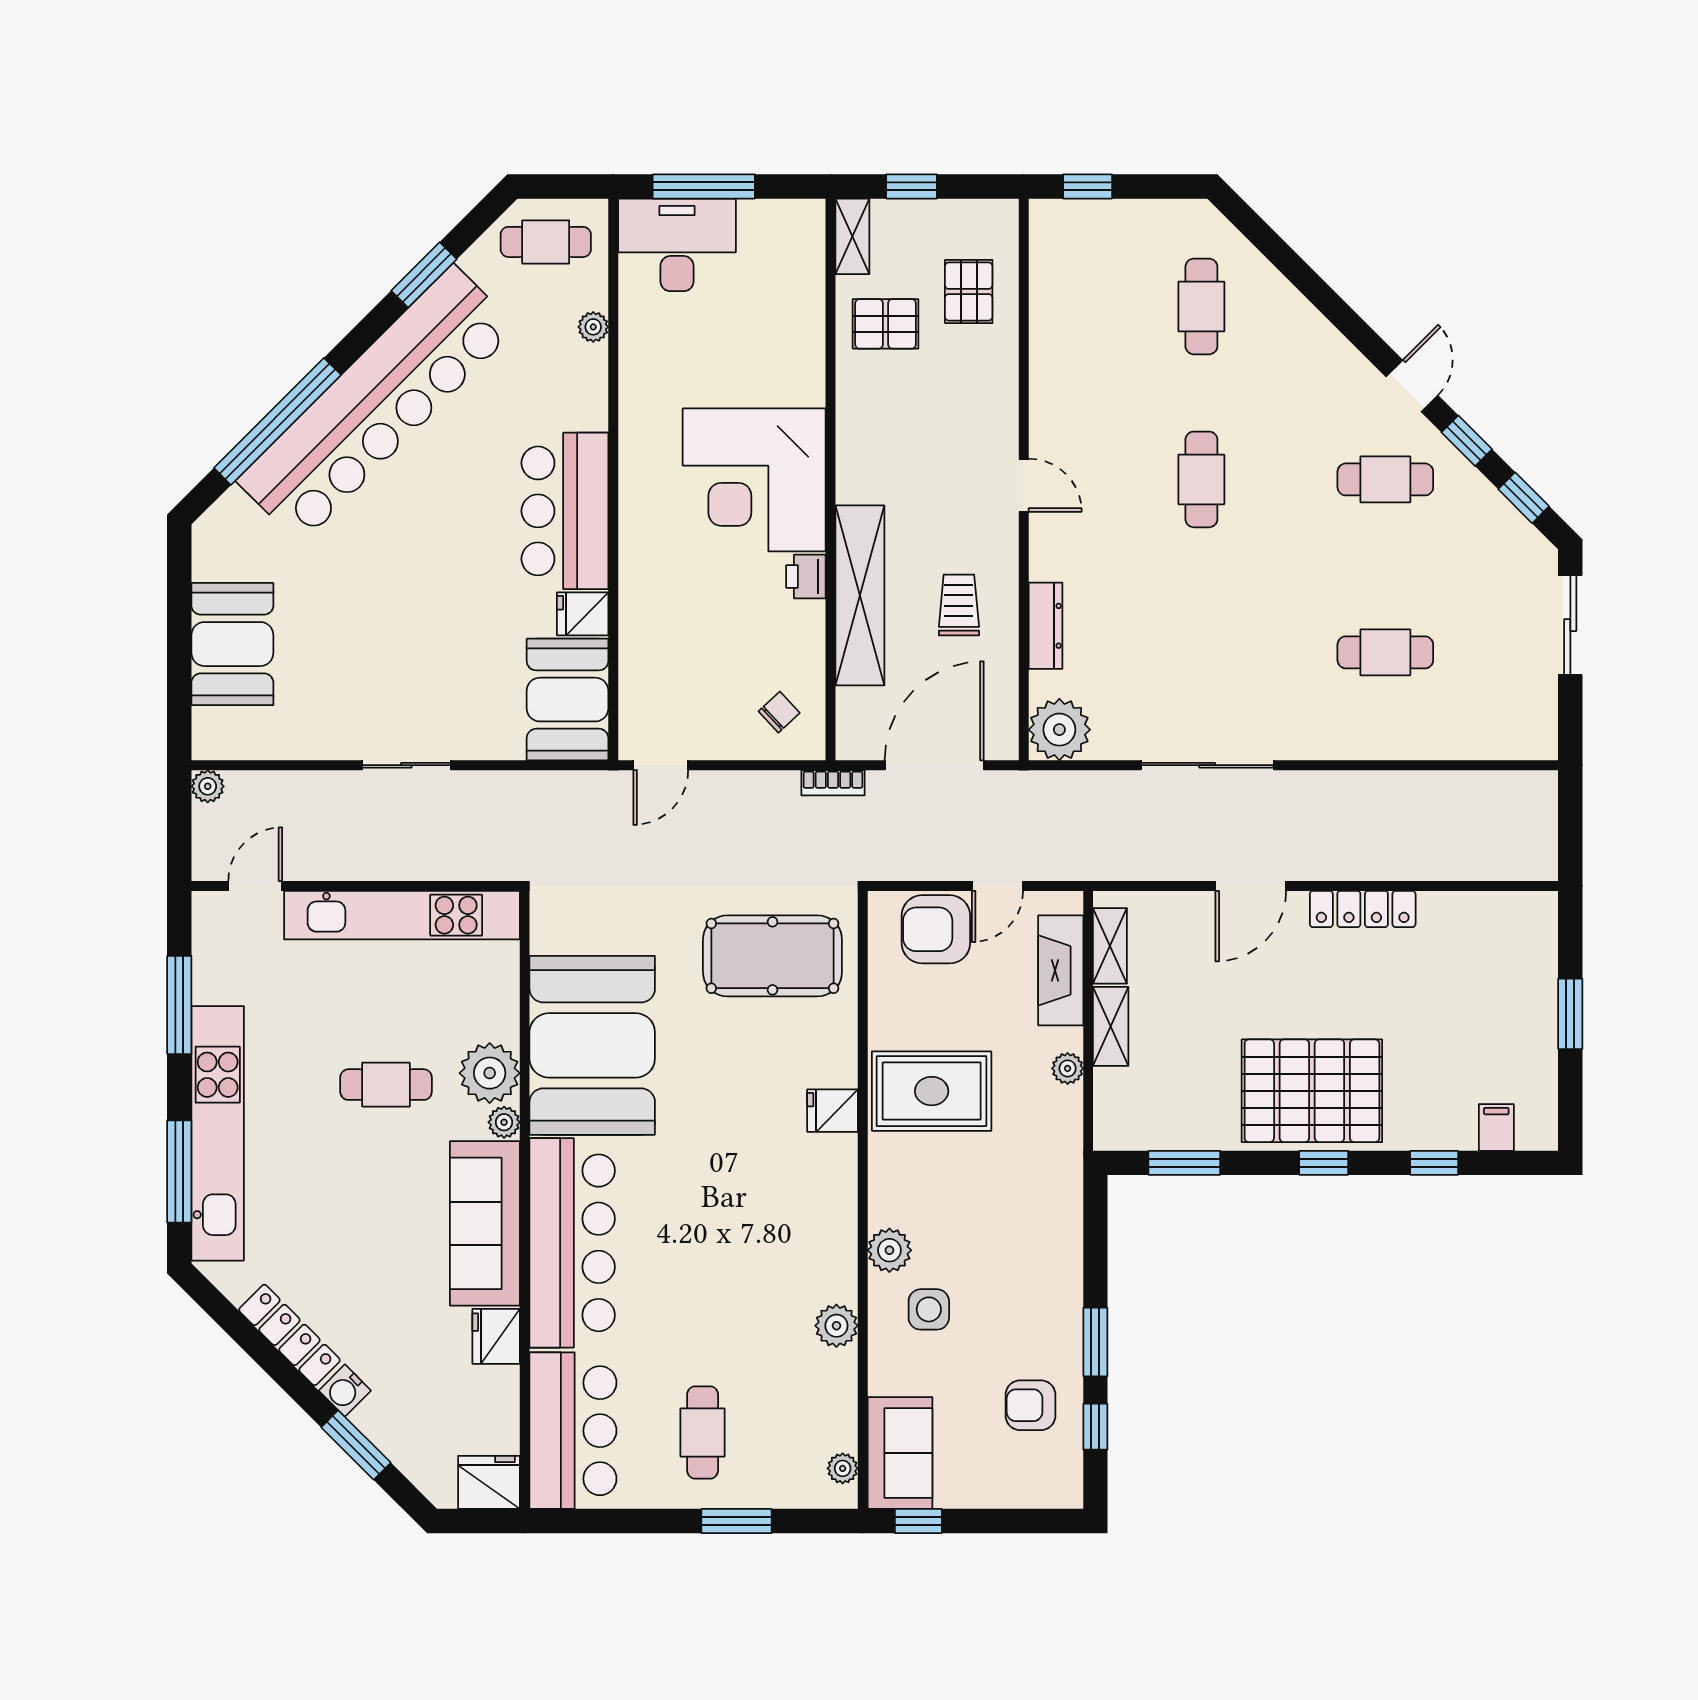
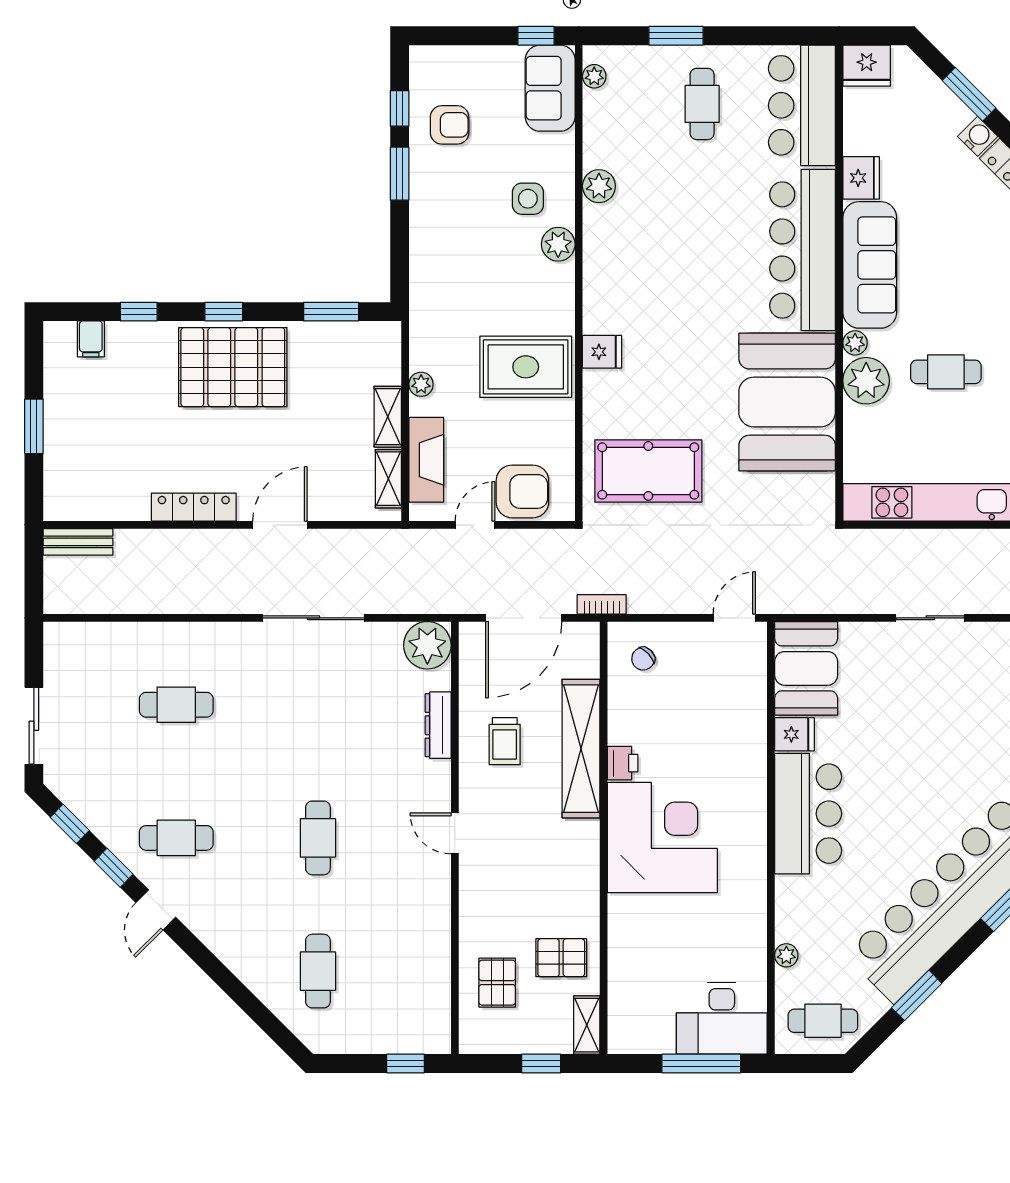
bench: (1513, 864) -> (78, 542), added

